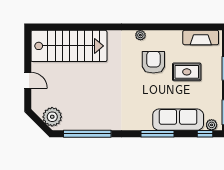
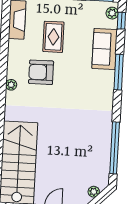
plant: (52, 117) -> (94, 192), width x0.53, depth x0.53
sofa: (178, 120) -> (105, 49), width x0.73

